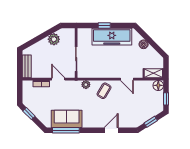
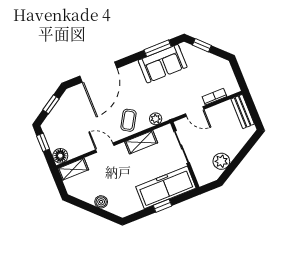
freezer: (112, 37) -> (166, 187), moved
shelving: (102, 73) -> (141, 142), added
window: (29, 114) -> (202, 45), moved
window: (66, 130) -> (158, 48), width x0.69
door: (111, 130) -> (98, 72), width x1.87

